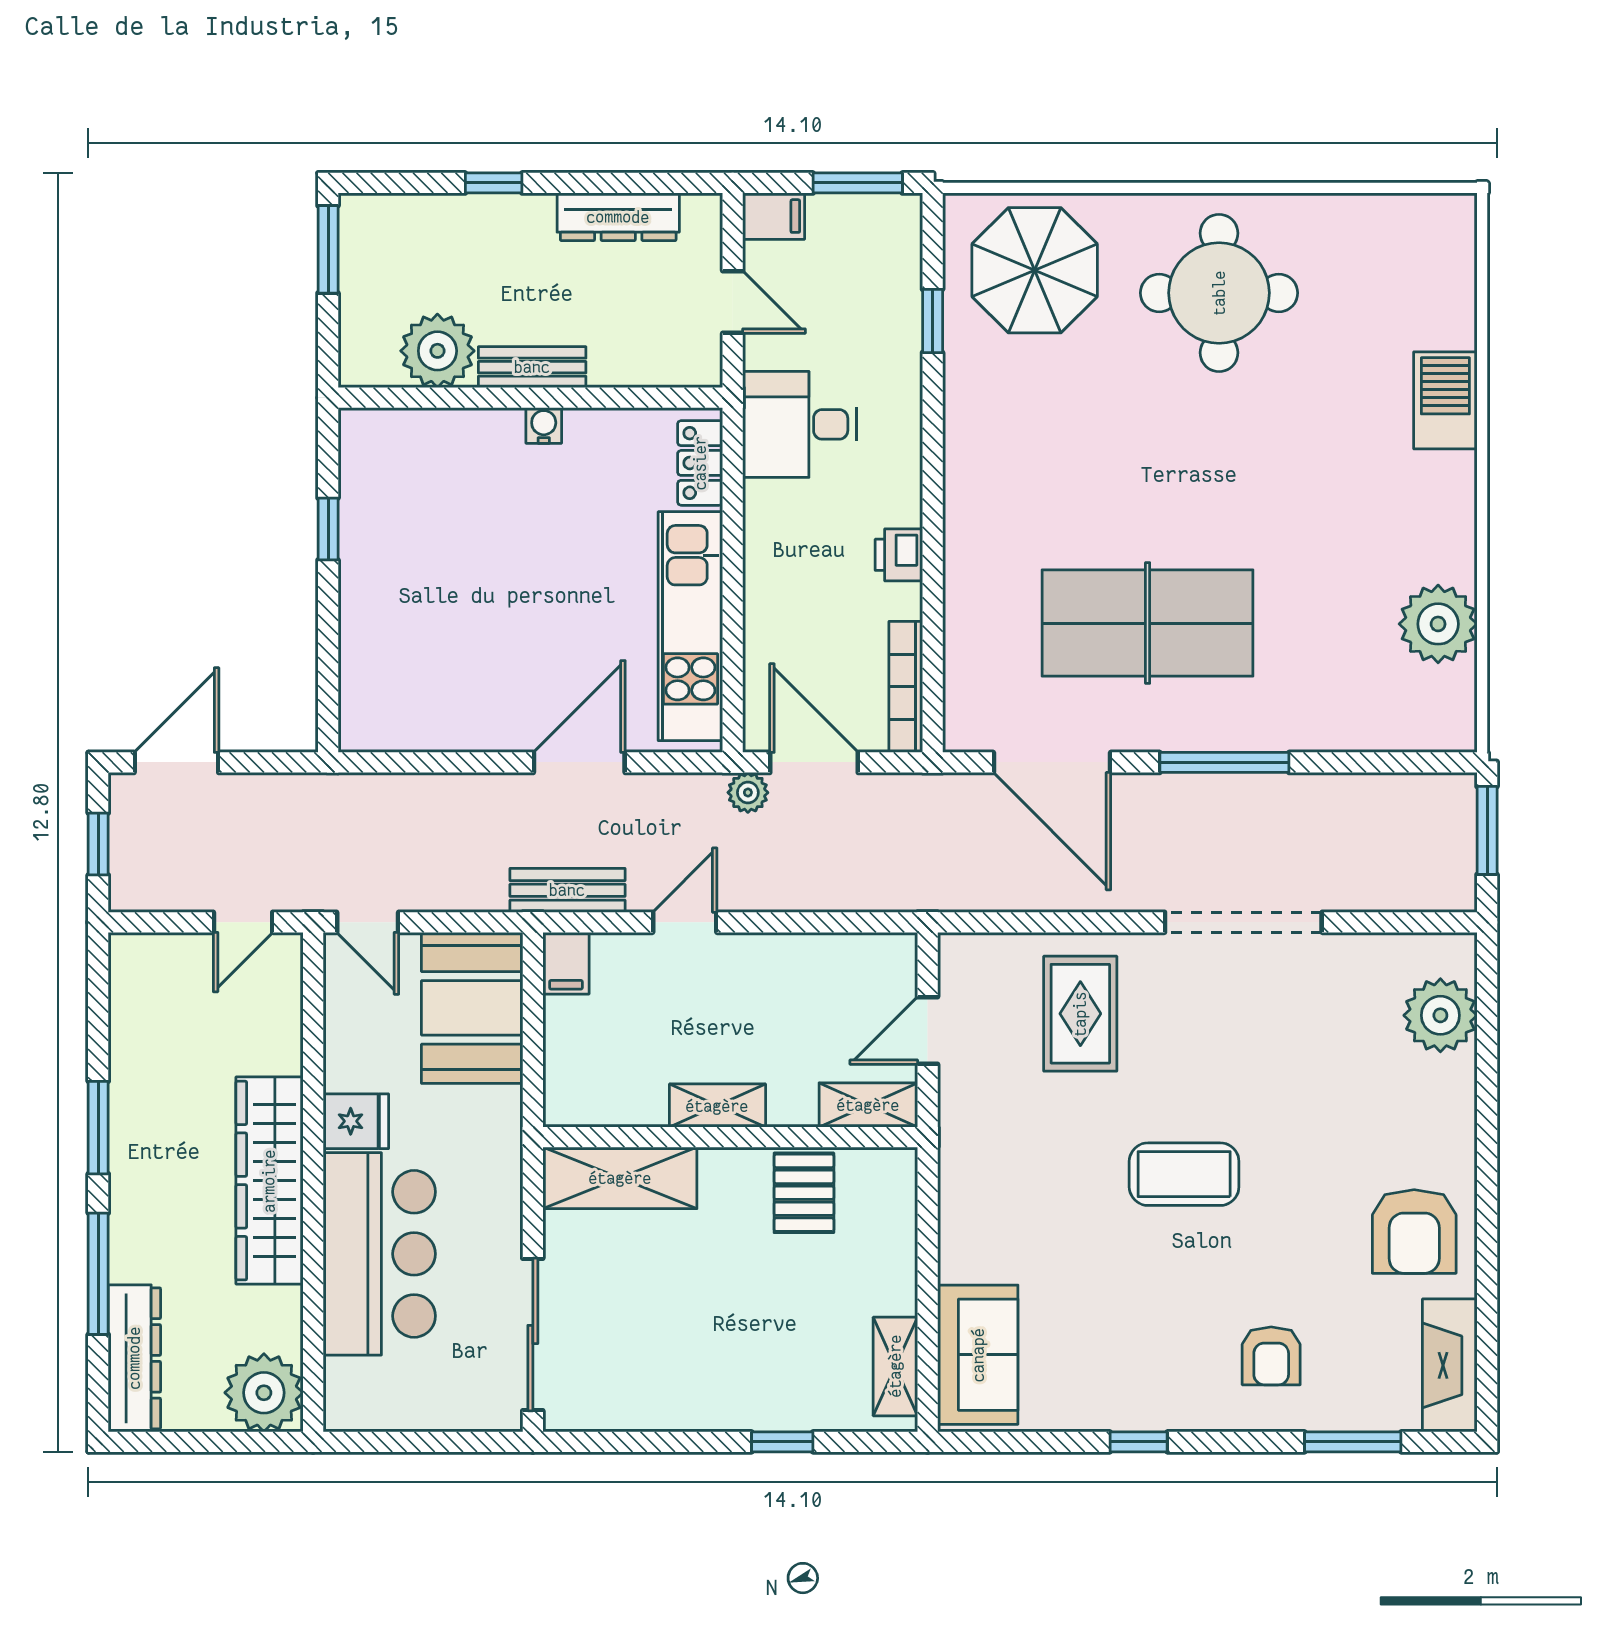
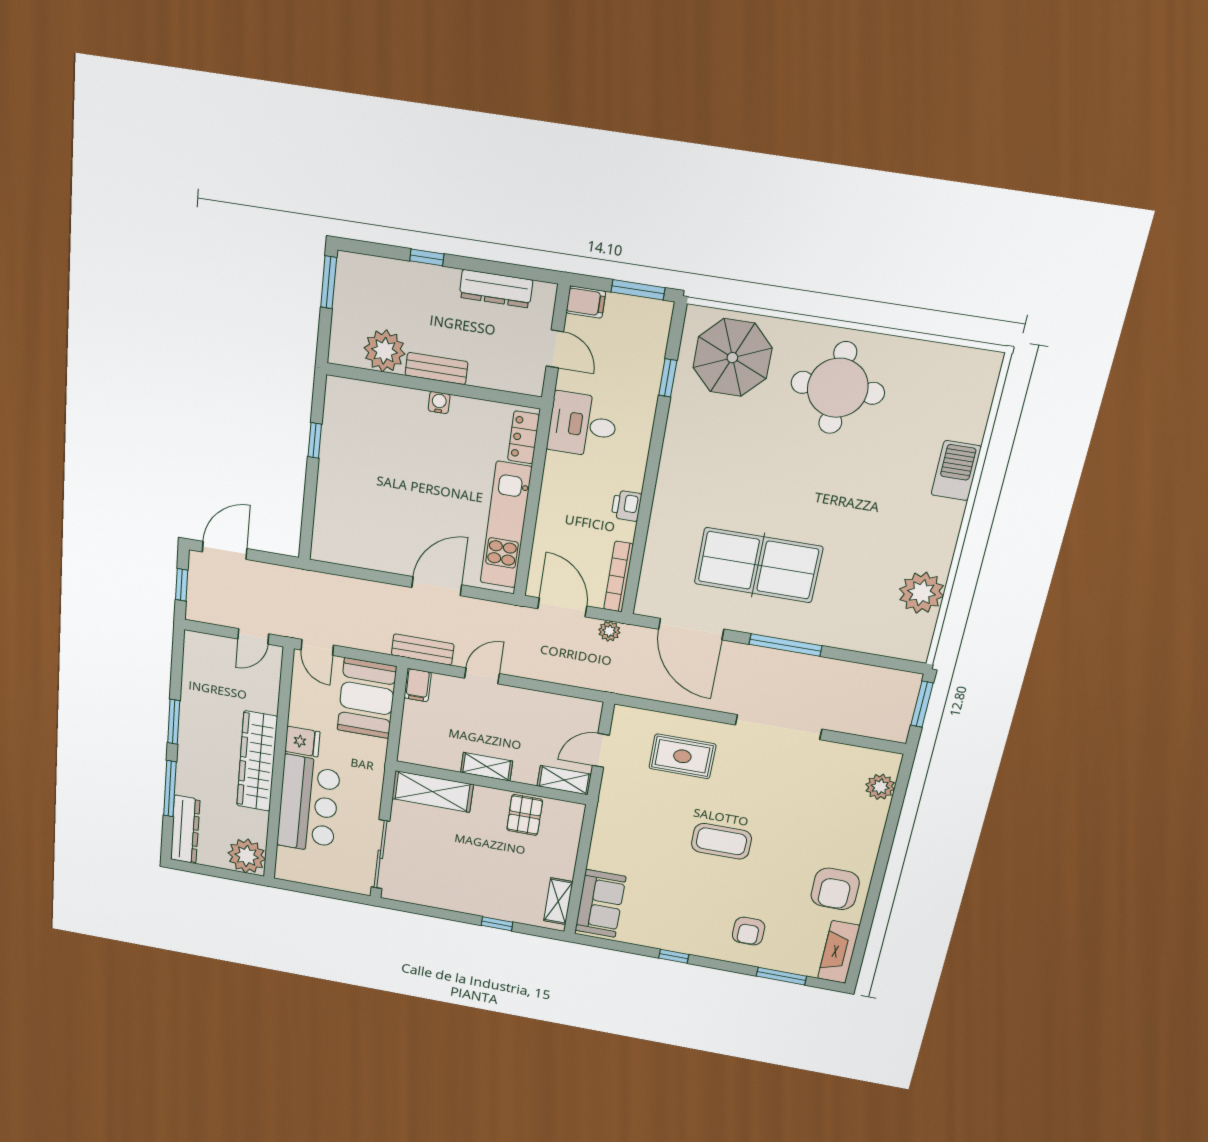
plant: (748, 793) -> (609, 631), moved
rug: (1080, 1014) -> (682, 756), turned 90
plant: (1440, 1015) -> (880, 787), width x0.73, depth x0.73

